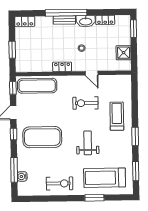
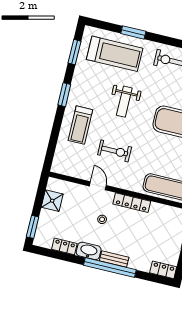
locker: (62, 67) -> (132, 203), width x1.53

